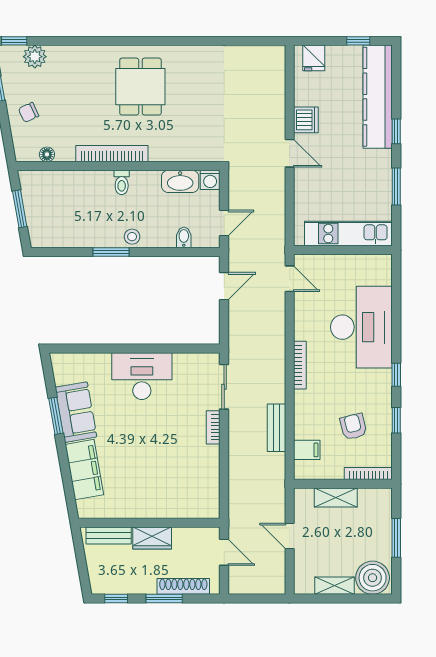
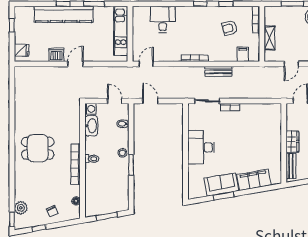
kitchen counter: (378, 97) -> (64, 14), moved
desk: (361, 327) -> (163, 19), width x0.53, depth x0.77
bench: (276, 428) -> (218, 71), moved

